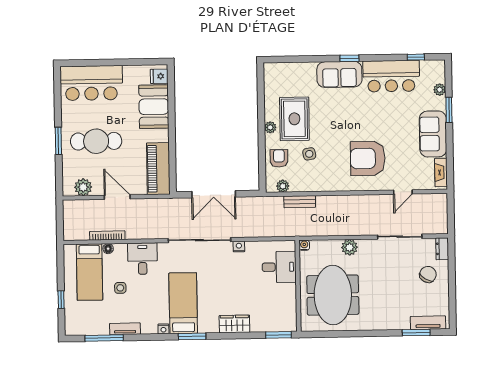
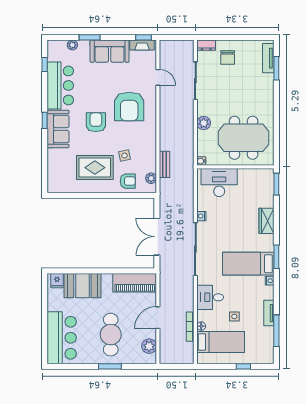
armchair: (348, 119) -> (96, 122), added
plant: (270, 127) -> (102, 188), removed
armchair: (279, 158) -> (128, 181), turned 180
window: (450, 174) -> (144, 37), added
double door: (214, 194) -> (157, 237), swing flipped
desk: (279, 267) -> (219, 183), width x1.37
chair: (428, 274) -> (228, 58), turned -121

